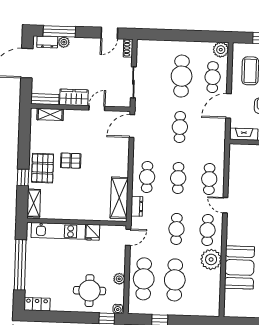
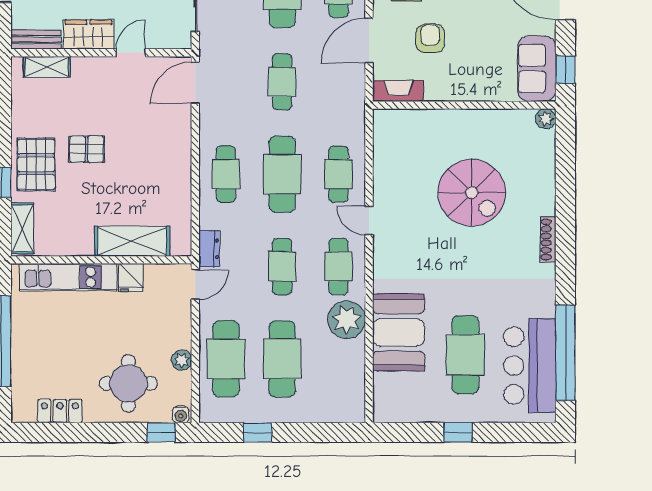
cafe table: (178, 178) -> (282, 174), width x1.37, depth x1.35
shelving: (119, 198) -> (132, 241), moved, turned 90
dresser: (137, 206) -> (209, 249), moved
locker: (37, 304) -> (60, 411), moved

